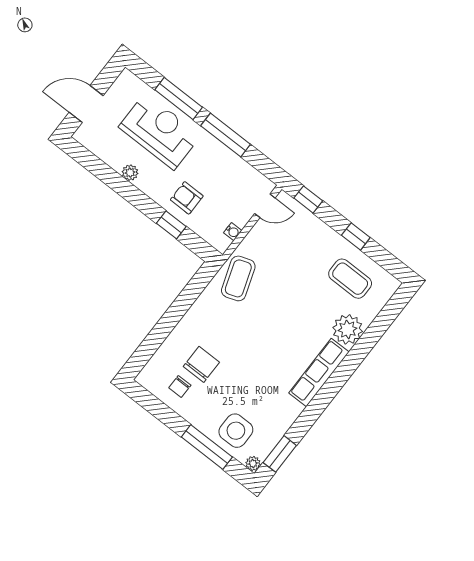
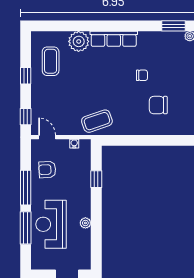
armchair: (187, 198) -> (47, 170), moved, turned 87
chair: (180, 387) -> (142, 75), moved
side table: (236, 431) -> (179, 59), removed

